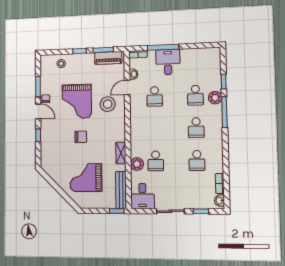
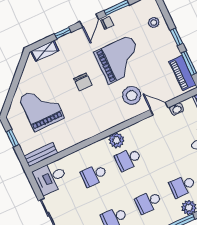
school desk: (155, 96) -> (128, 159), moved
grand piano: (77, 102) -> (119, 60), turned 180
shelving: (121, 153) -> (45, 51), moved
plant: (137, 164) -> (116, 140), moved
bench: (121, 190) -> (41, 155), width x0.73
window: (117, 211) -> (12, 138), moved

